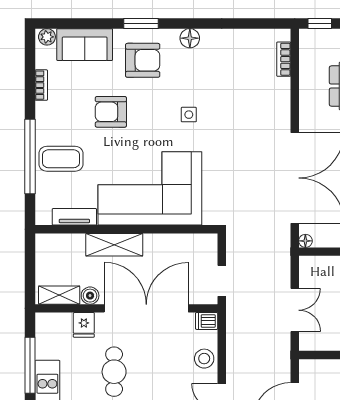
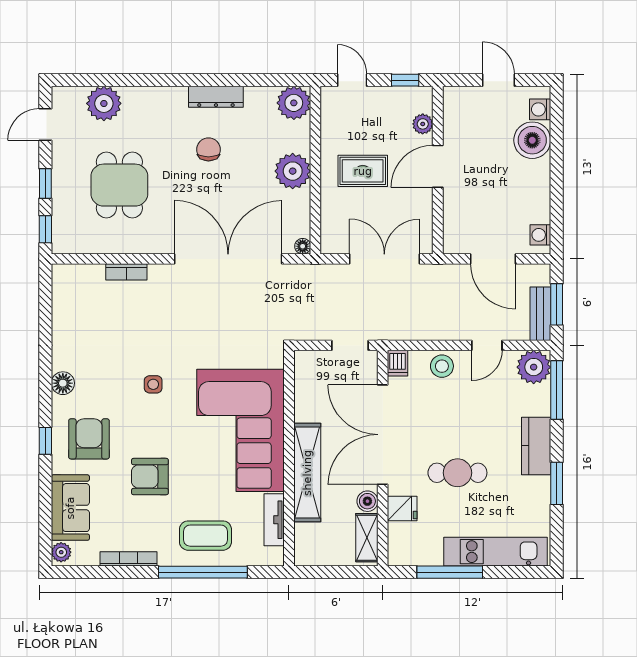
window: (141, 23) -> (45, 441), width x0.67
bookcase: (284, 59) -> (126, 272), moved
bookcase: (41, 85) -> (128, 559), width x1.56
armchair: (111, 112) -> (150, 477), turned 90
coffee table: (61, 159) -> (205, 536), turned 90
shelving: (114, 245) -> (307, 473), width x1.47
double door: (295, 310) -> (384, 259), width x1.37

